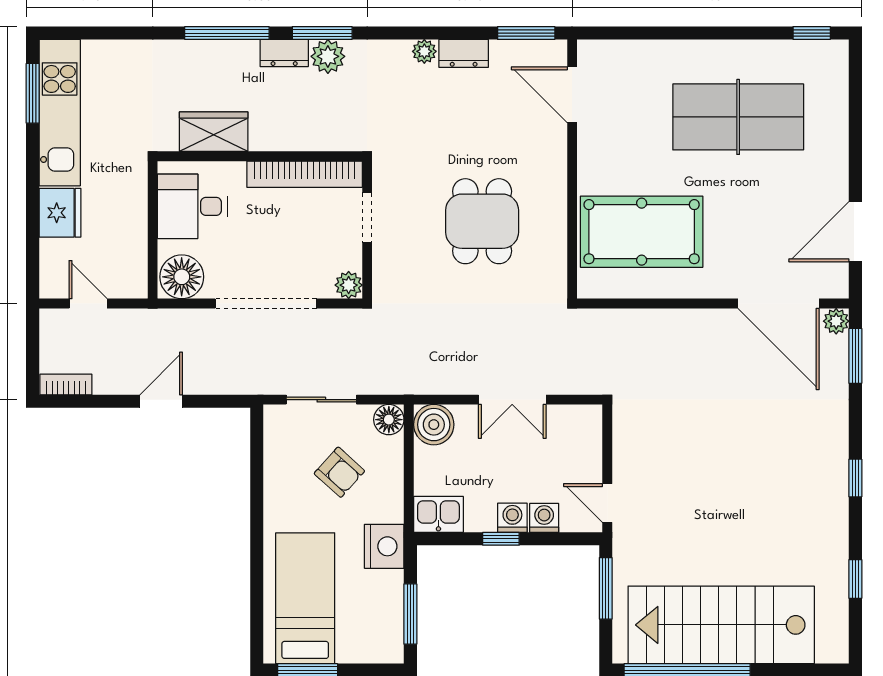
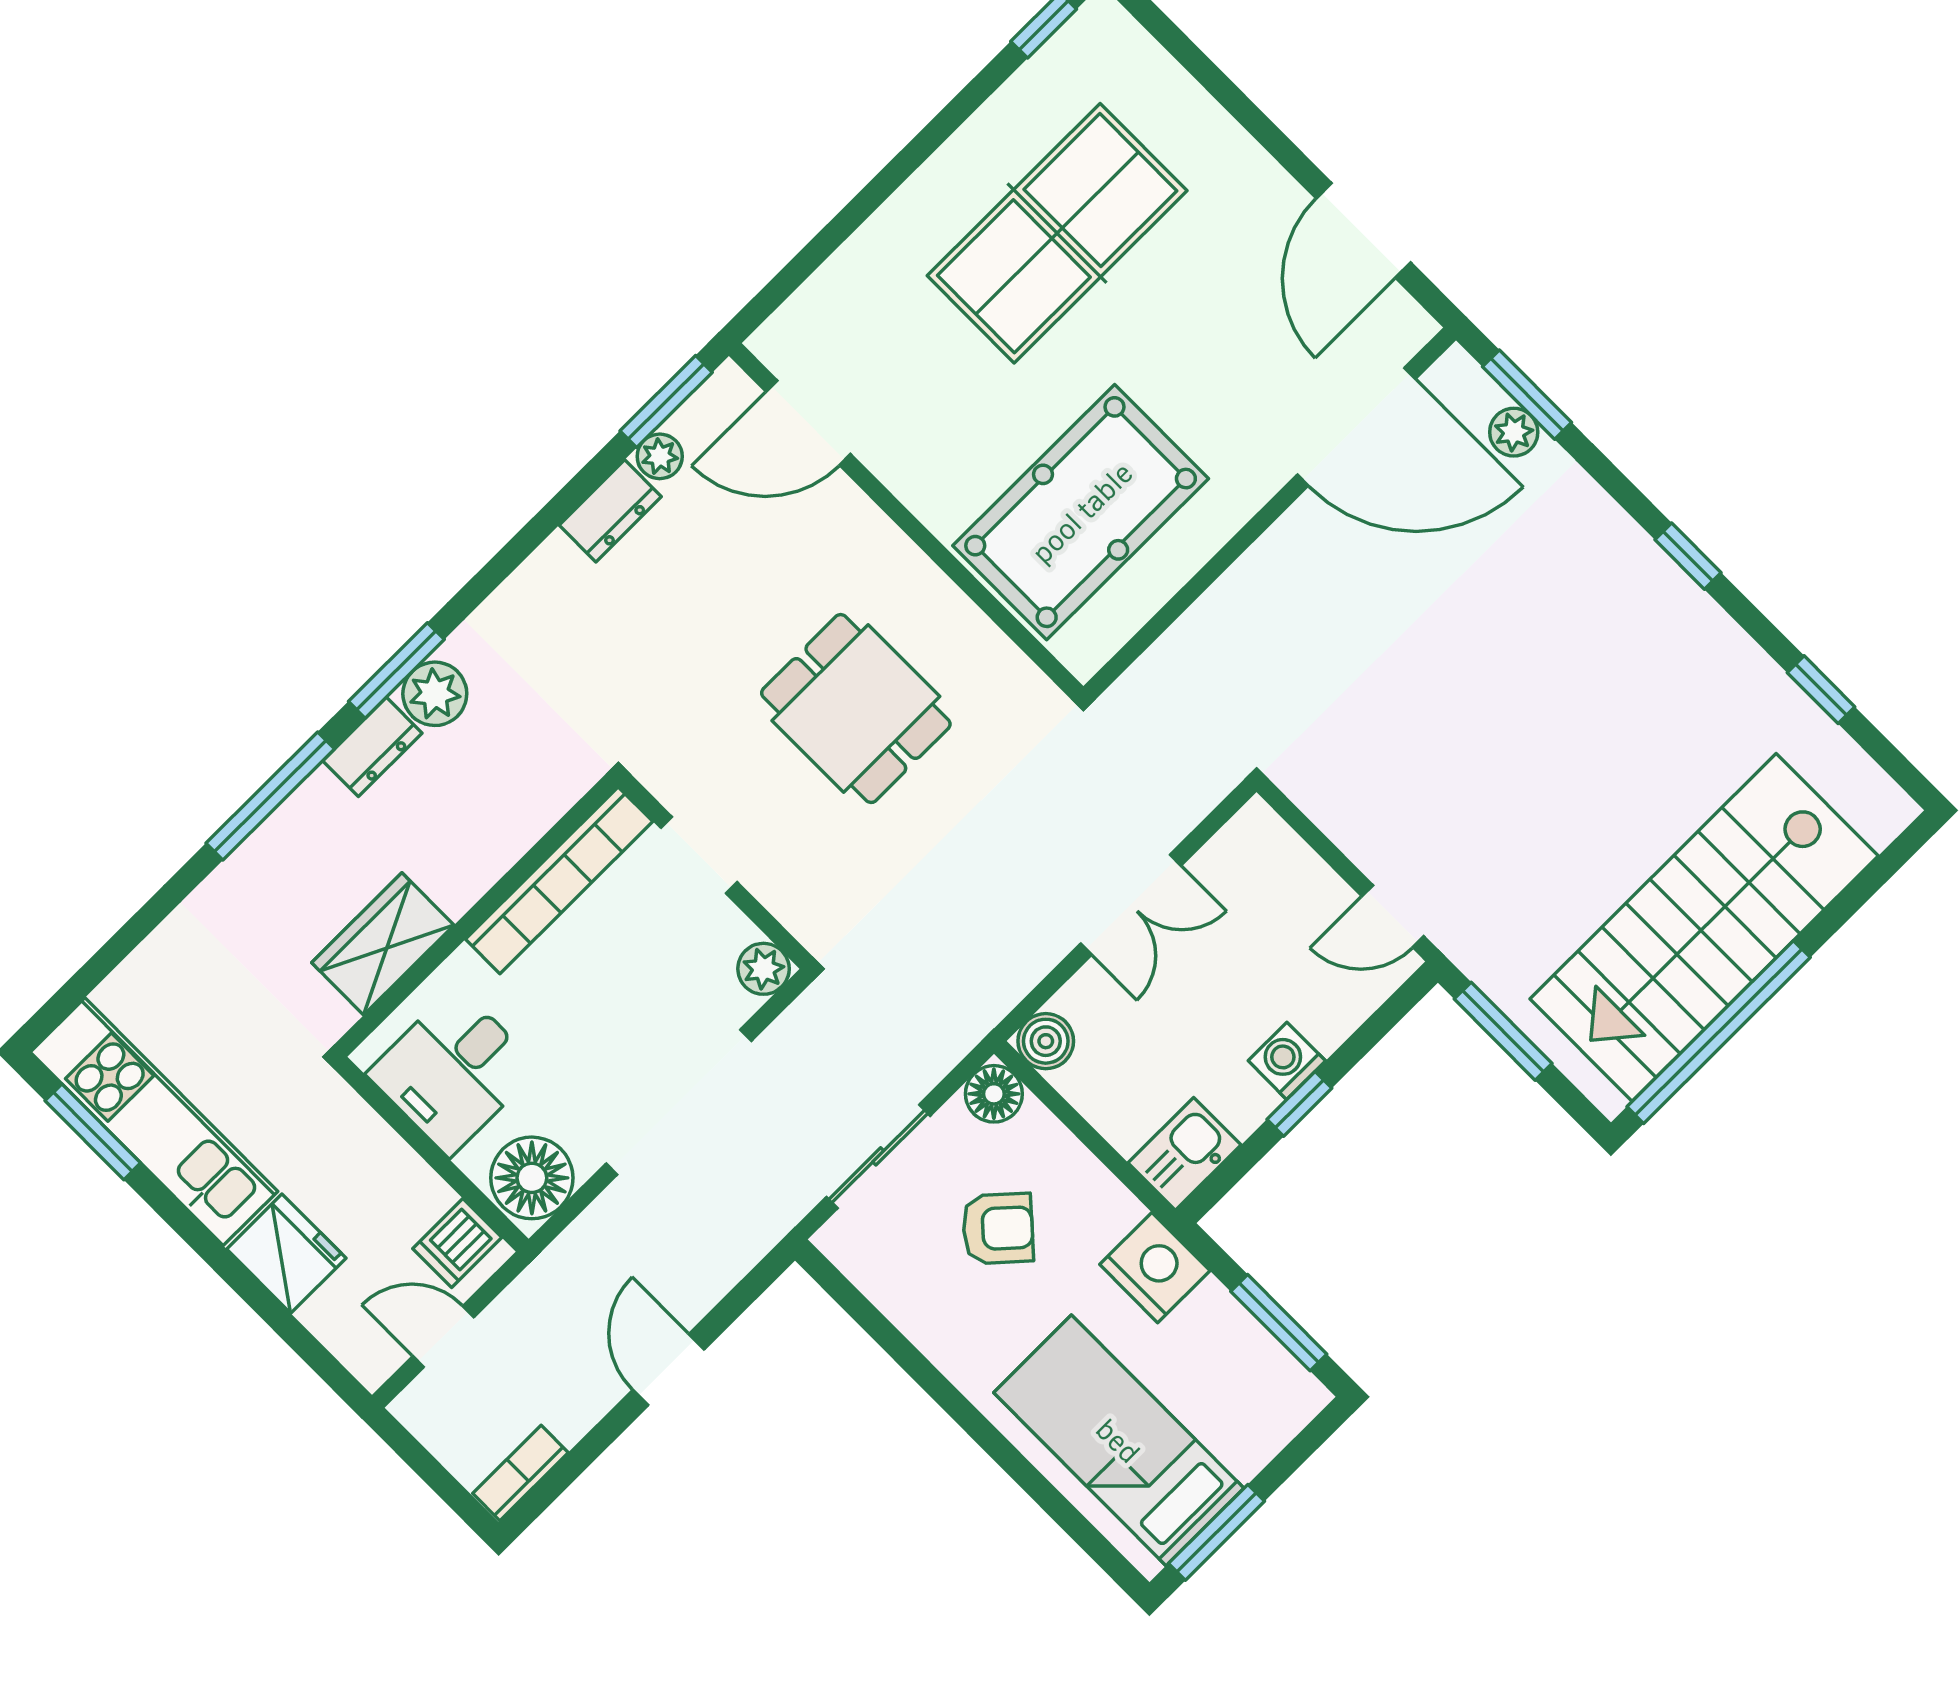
plant: (424, 51) -> (660, 456), moved
dishwasher: (129, 273) -> (457, 1243), added
plant: (836, 321) -> (1514, 432), moved
boiler: (434, 425) -> (1046, 1041), width x0.73, depth x0.73
washing machine: (544, 518) -> (1329, 1019), removed

